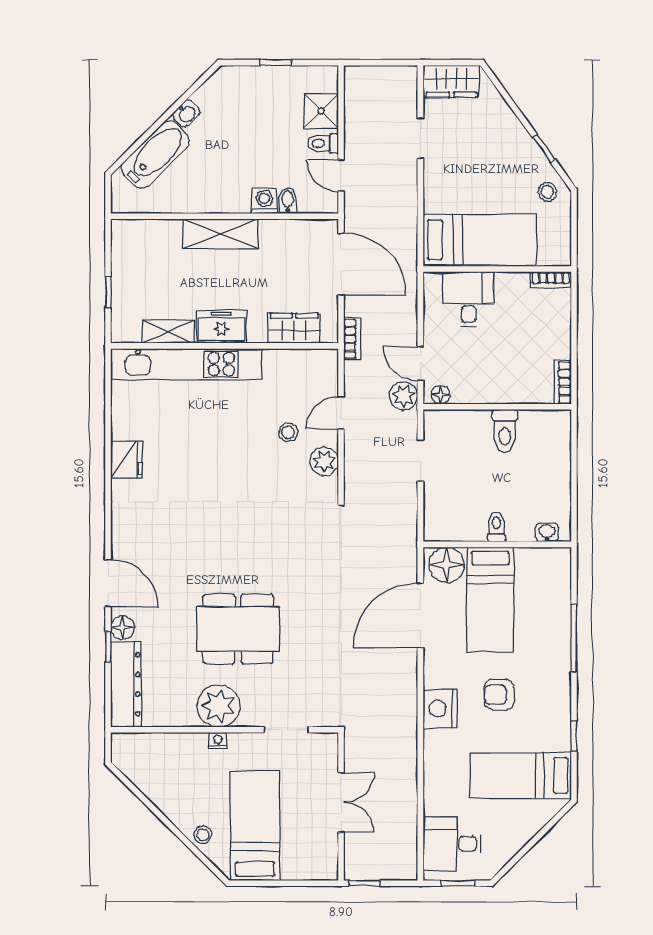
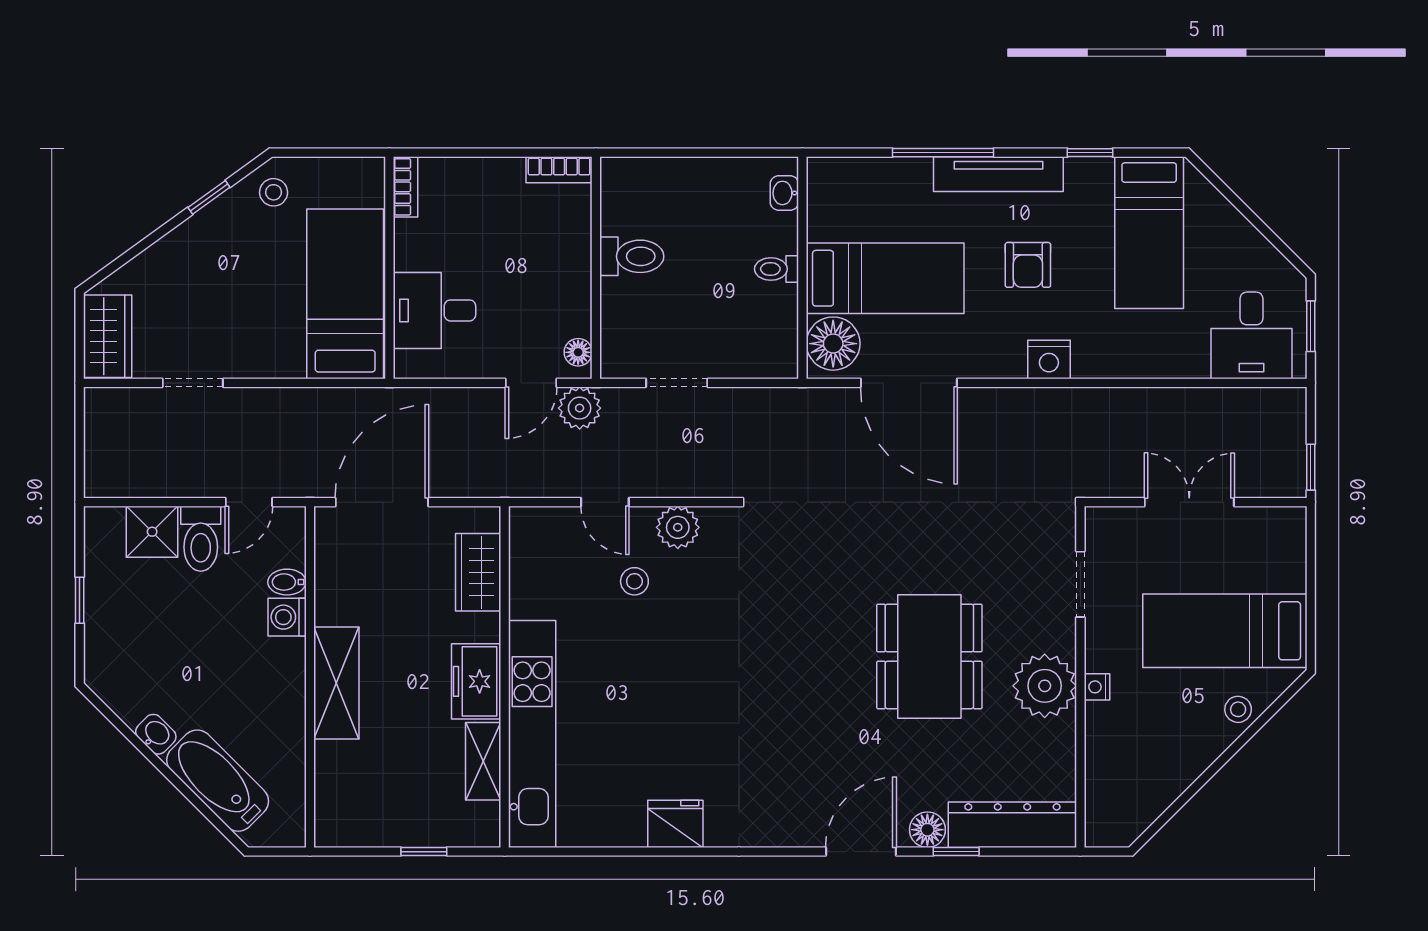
toilet: (323, 143) -> (201, 539), width x1.37, depth x1.39
bookcase: (352, 339) -> (494, 485), removed
tv unit: (560, 675) -> (998, 174), added
nightstand: (440, 709) -> (1049, 360), width x0.74, depth x0.75

